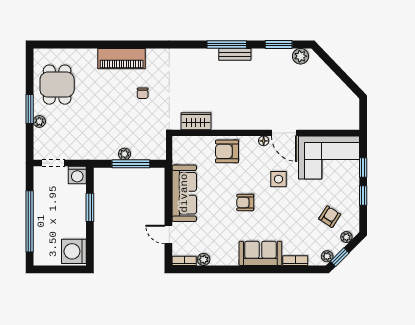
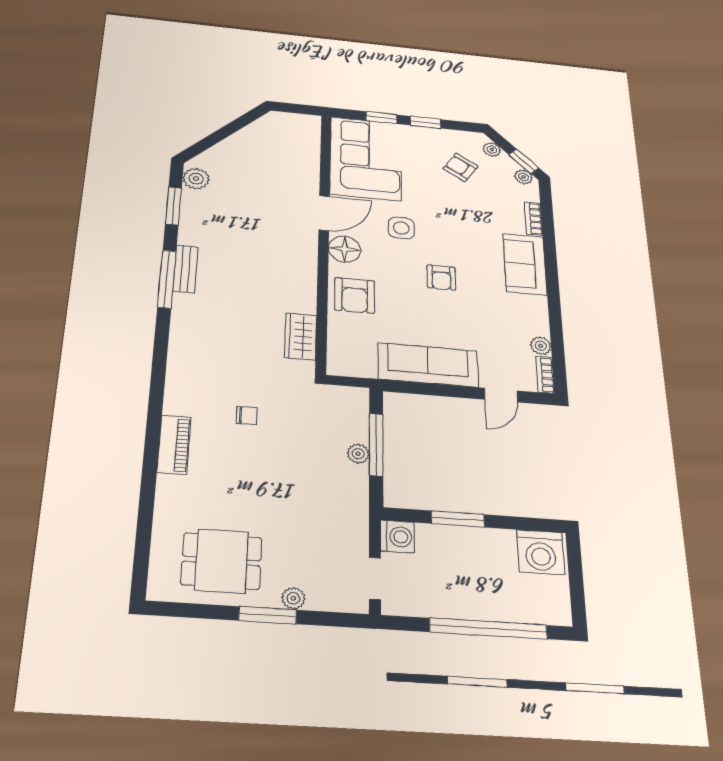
piano: (122, 59) -> (174, 445), width x0.73, depth x0.75
floor lamp: (264, 141) -> (345, 249), width x1.89, depth x1.89

